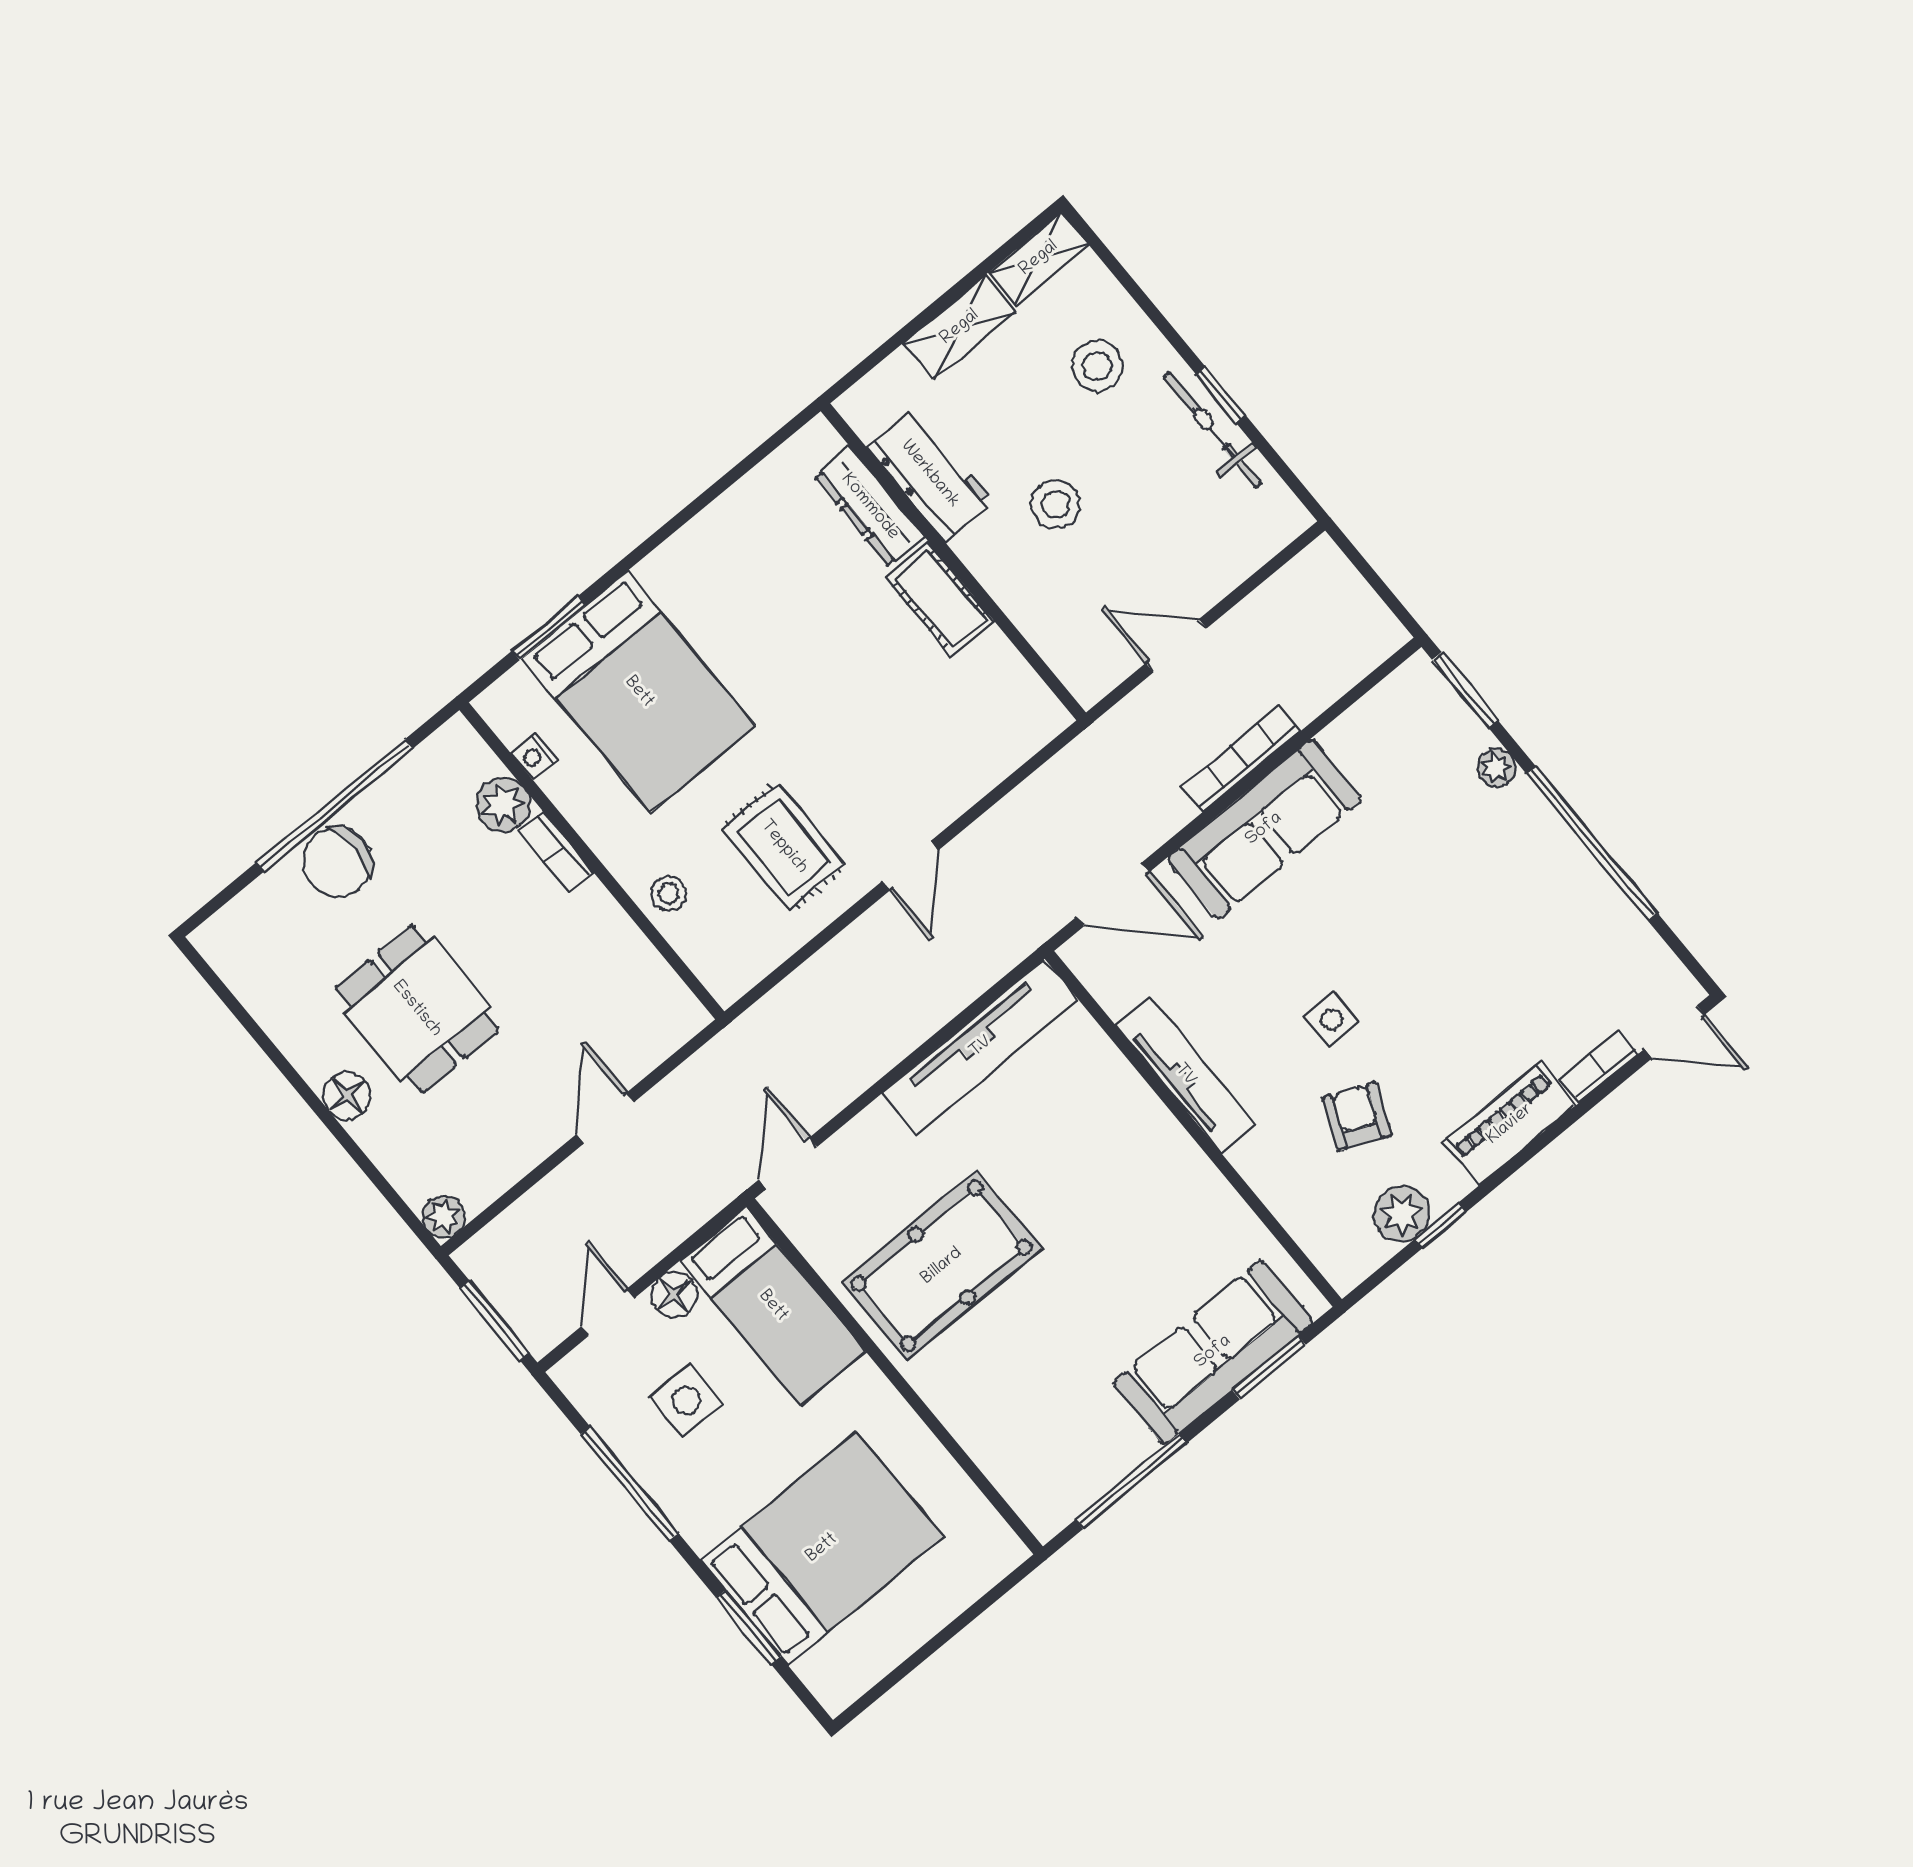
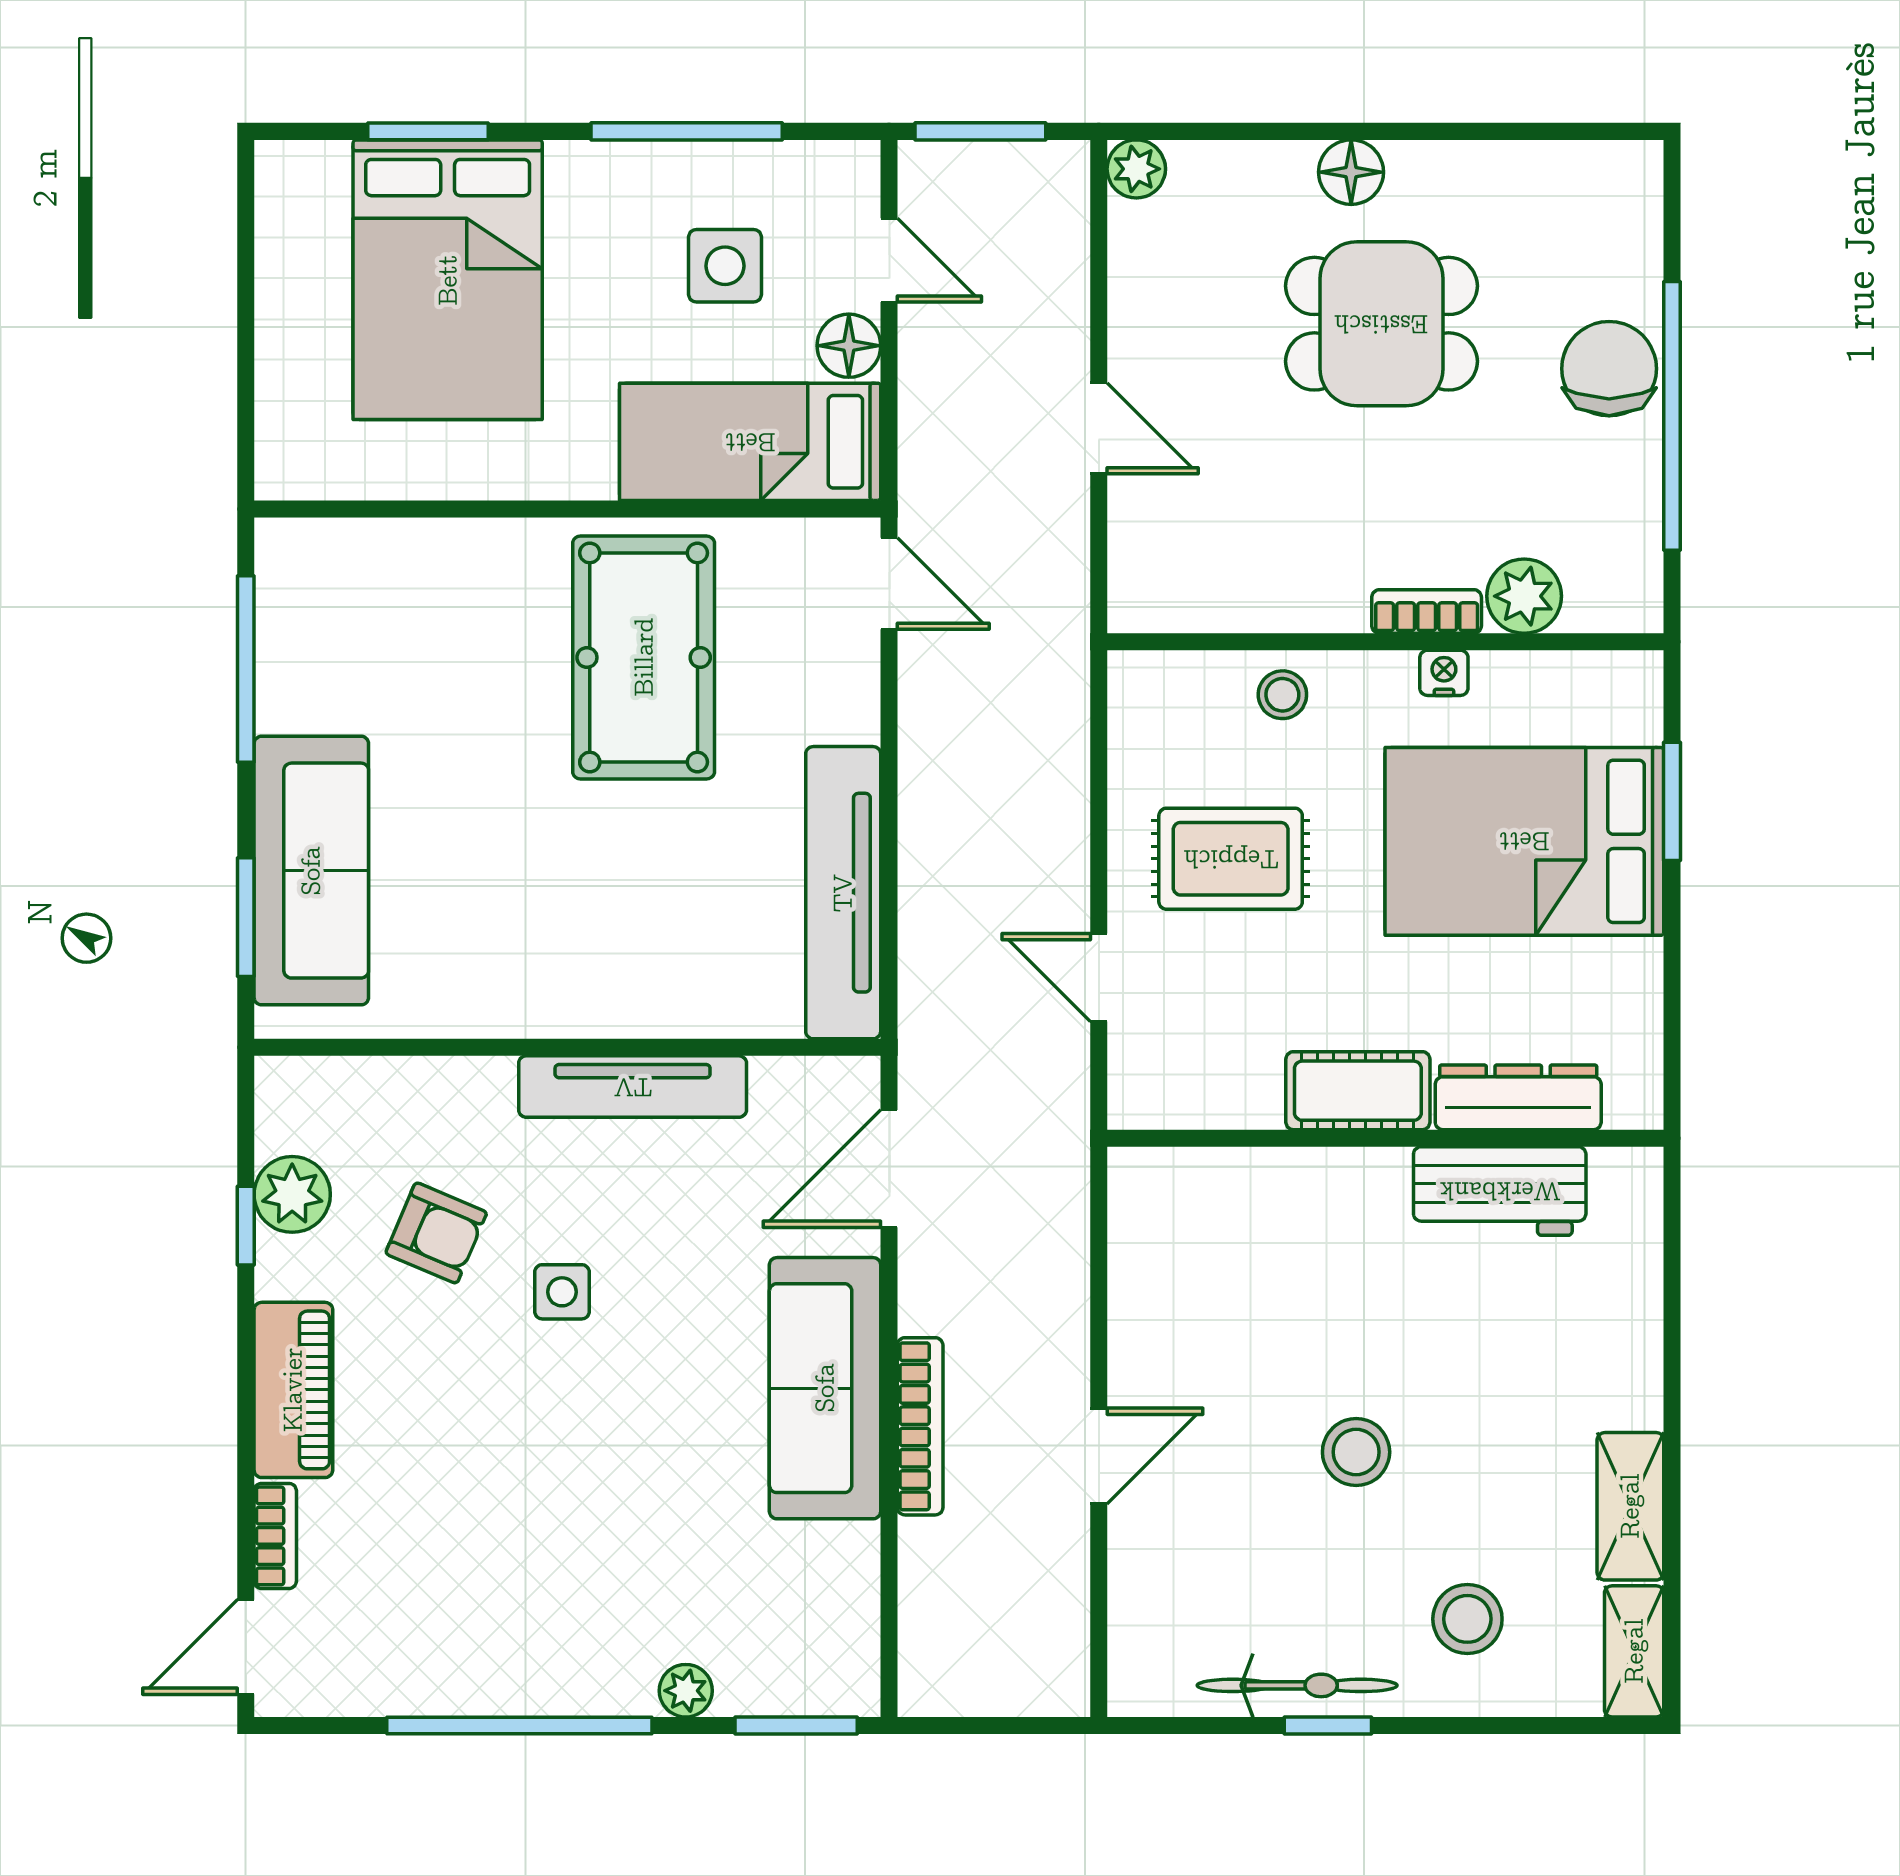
workbench: (930, 474) -> (1500, 1191), moved
dresser: (870, 507) -> (1518, 1097), moved
wall: (953, 562) -> (1385, 1138), moved
cot: (940, 599) -> (1358, 1091), moved
nightstand: (534, 756) -> (1444, 673), moved

